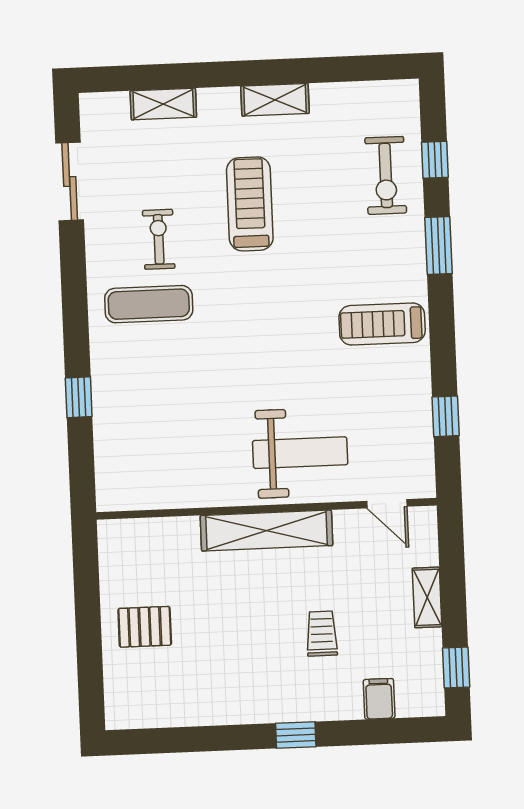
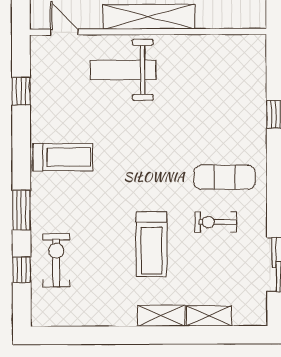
shelving: (275, 100) -> (161, 316), moved
exercise bike: (159, 239) -> (216, 222), turned 90

